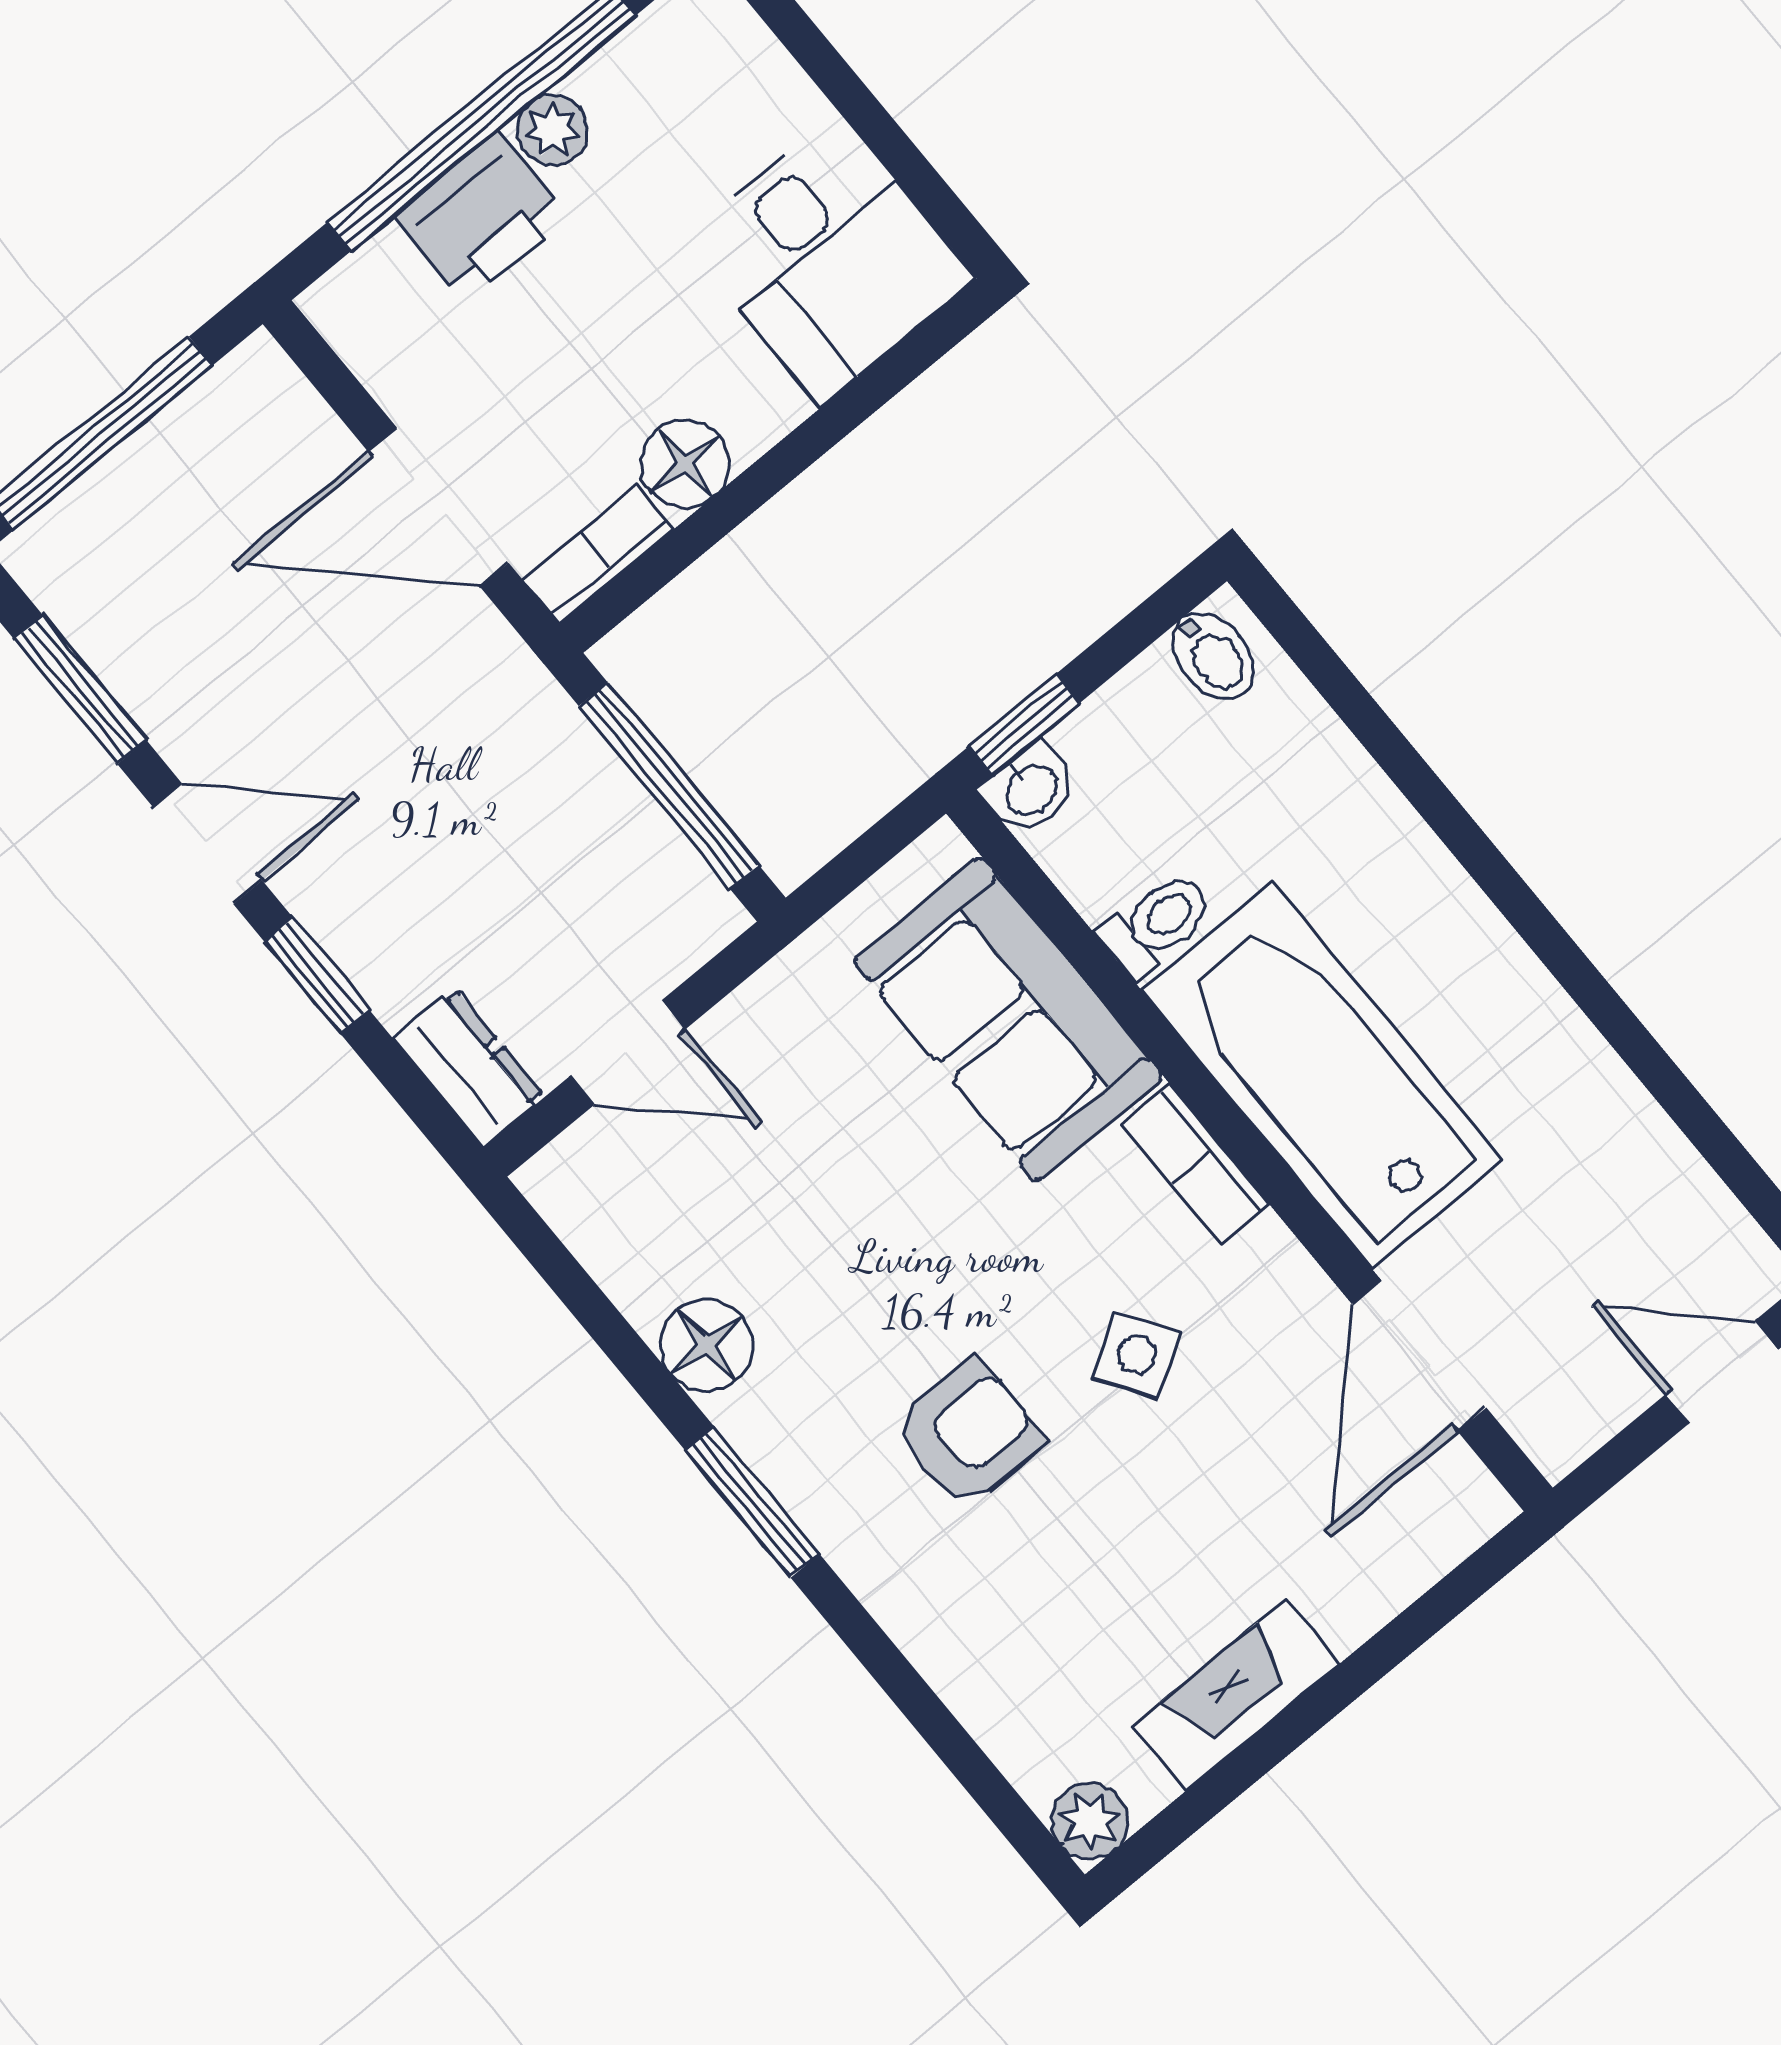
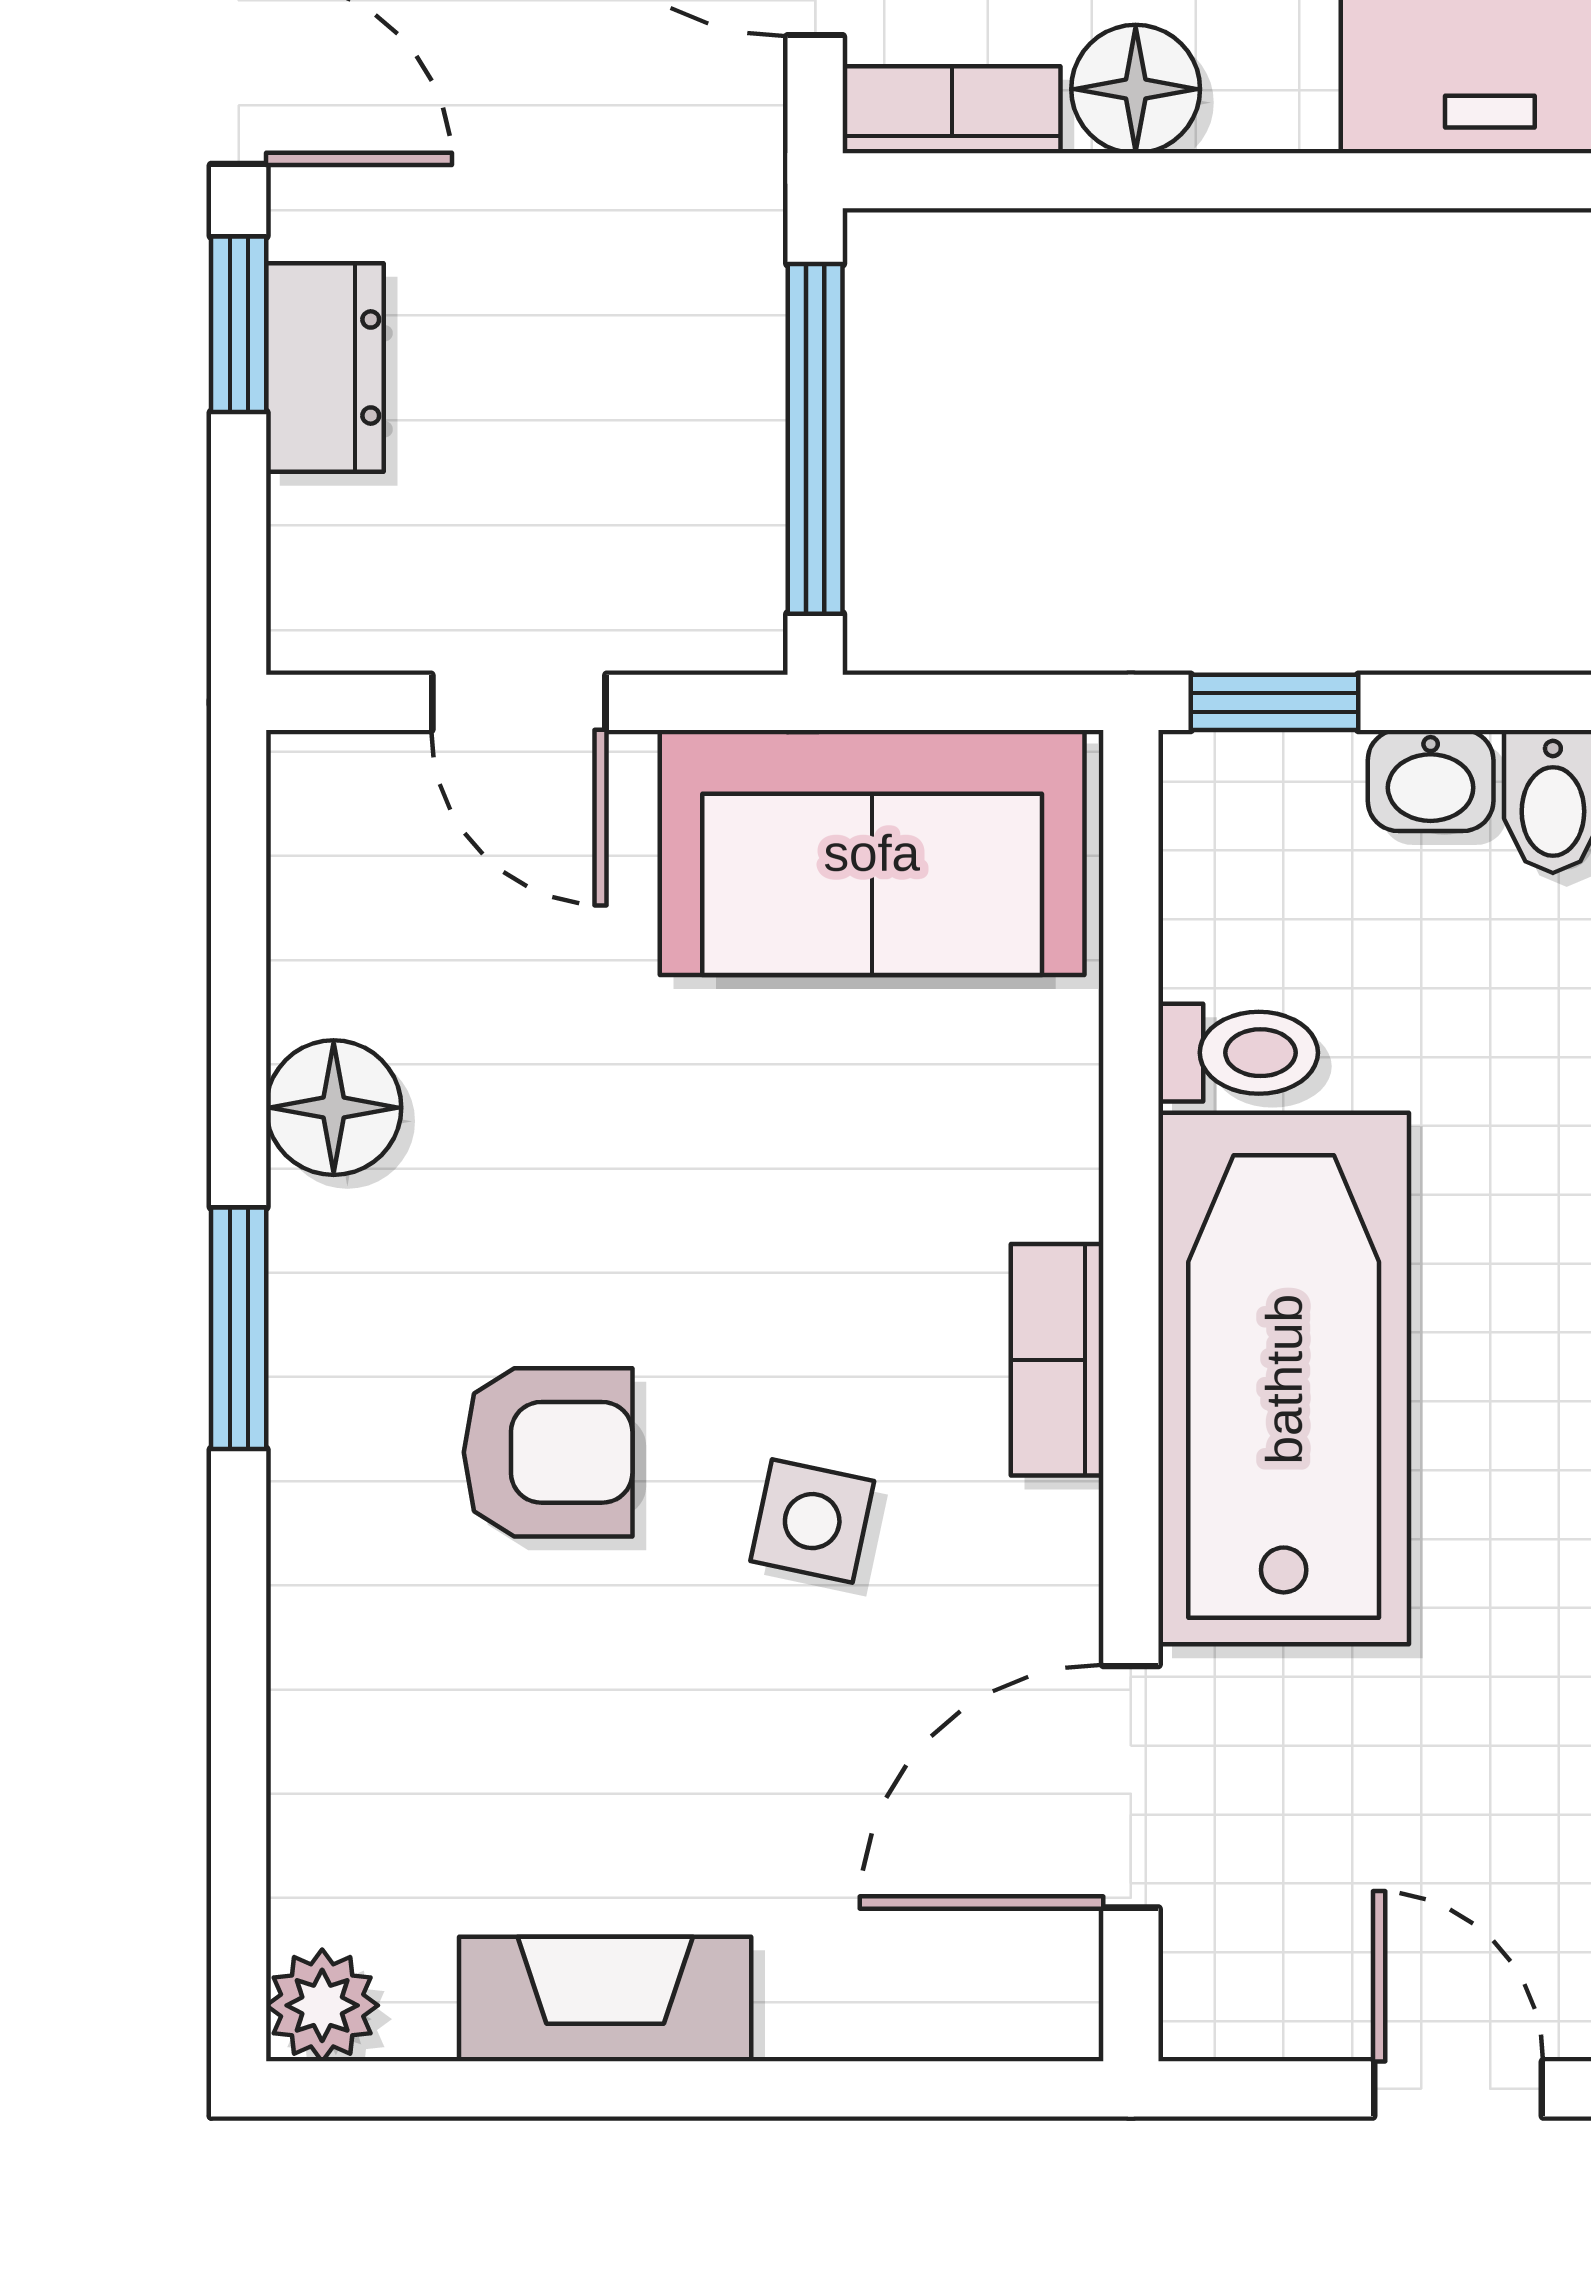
washbasin: (1030, 789) -> (1431, 781), moved
sofa: (1008, 1019) -> (872, 853), moved, turned -90
dresser: (469, 1068) -> (325, 368), moved
side table: (1137, 1355) -> (812, 1521), turned 45

